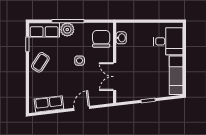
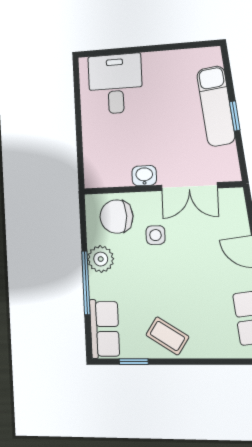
plant: (67, 30) -> (101, 259), moved
washbasin: (121, 38) -> (144, 176), moved
side table: (80, 61) -> (156, 235), moved
exam couch: (176, 75) -> (216, 106), moved, turned 83

